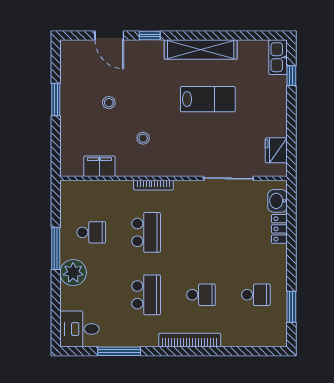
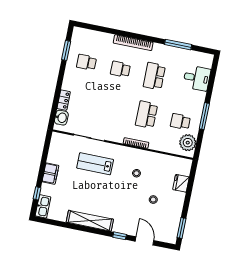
window: (56, 99) -> (182, 228), moved
lab bench: (208, 99) -> (95, 164), moved
fridge: (276, 150) -> (181, 183), moved, turned 180
filing cabinet: (99, 166) -> (50, 174), moved, turned -90
plant: (73, 273) -> (188, 143), moved
desk: (80, 329) -> (197, 78), moved

